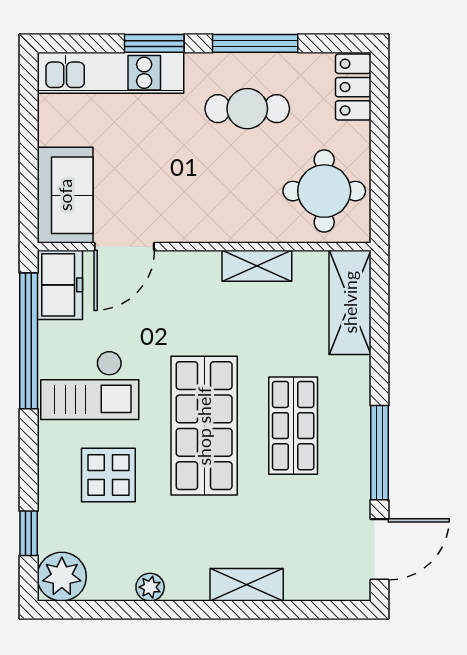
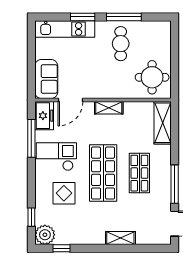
locker: (353, 87) -> (164, 35), removed
cafe table: (247, 109) -> (121, 44), turned 90
shelving: (257, 266) -> (109, 108), moved
window: (29, 341) -> (31, 138), width x0.68
checkout: (90, 385) -> (56, 157), turned 180
plant: (150, 587) -> (81, 239), removed
window: (102, 610) -> (61, 248), added

